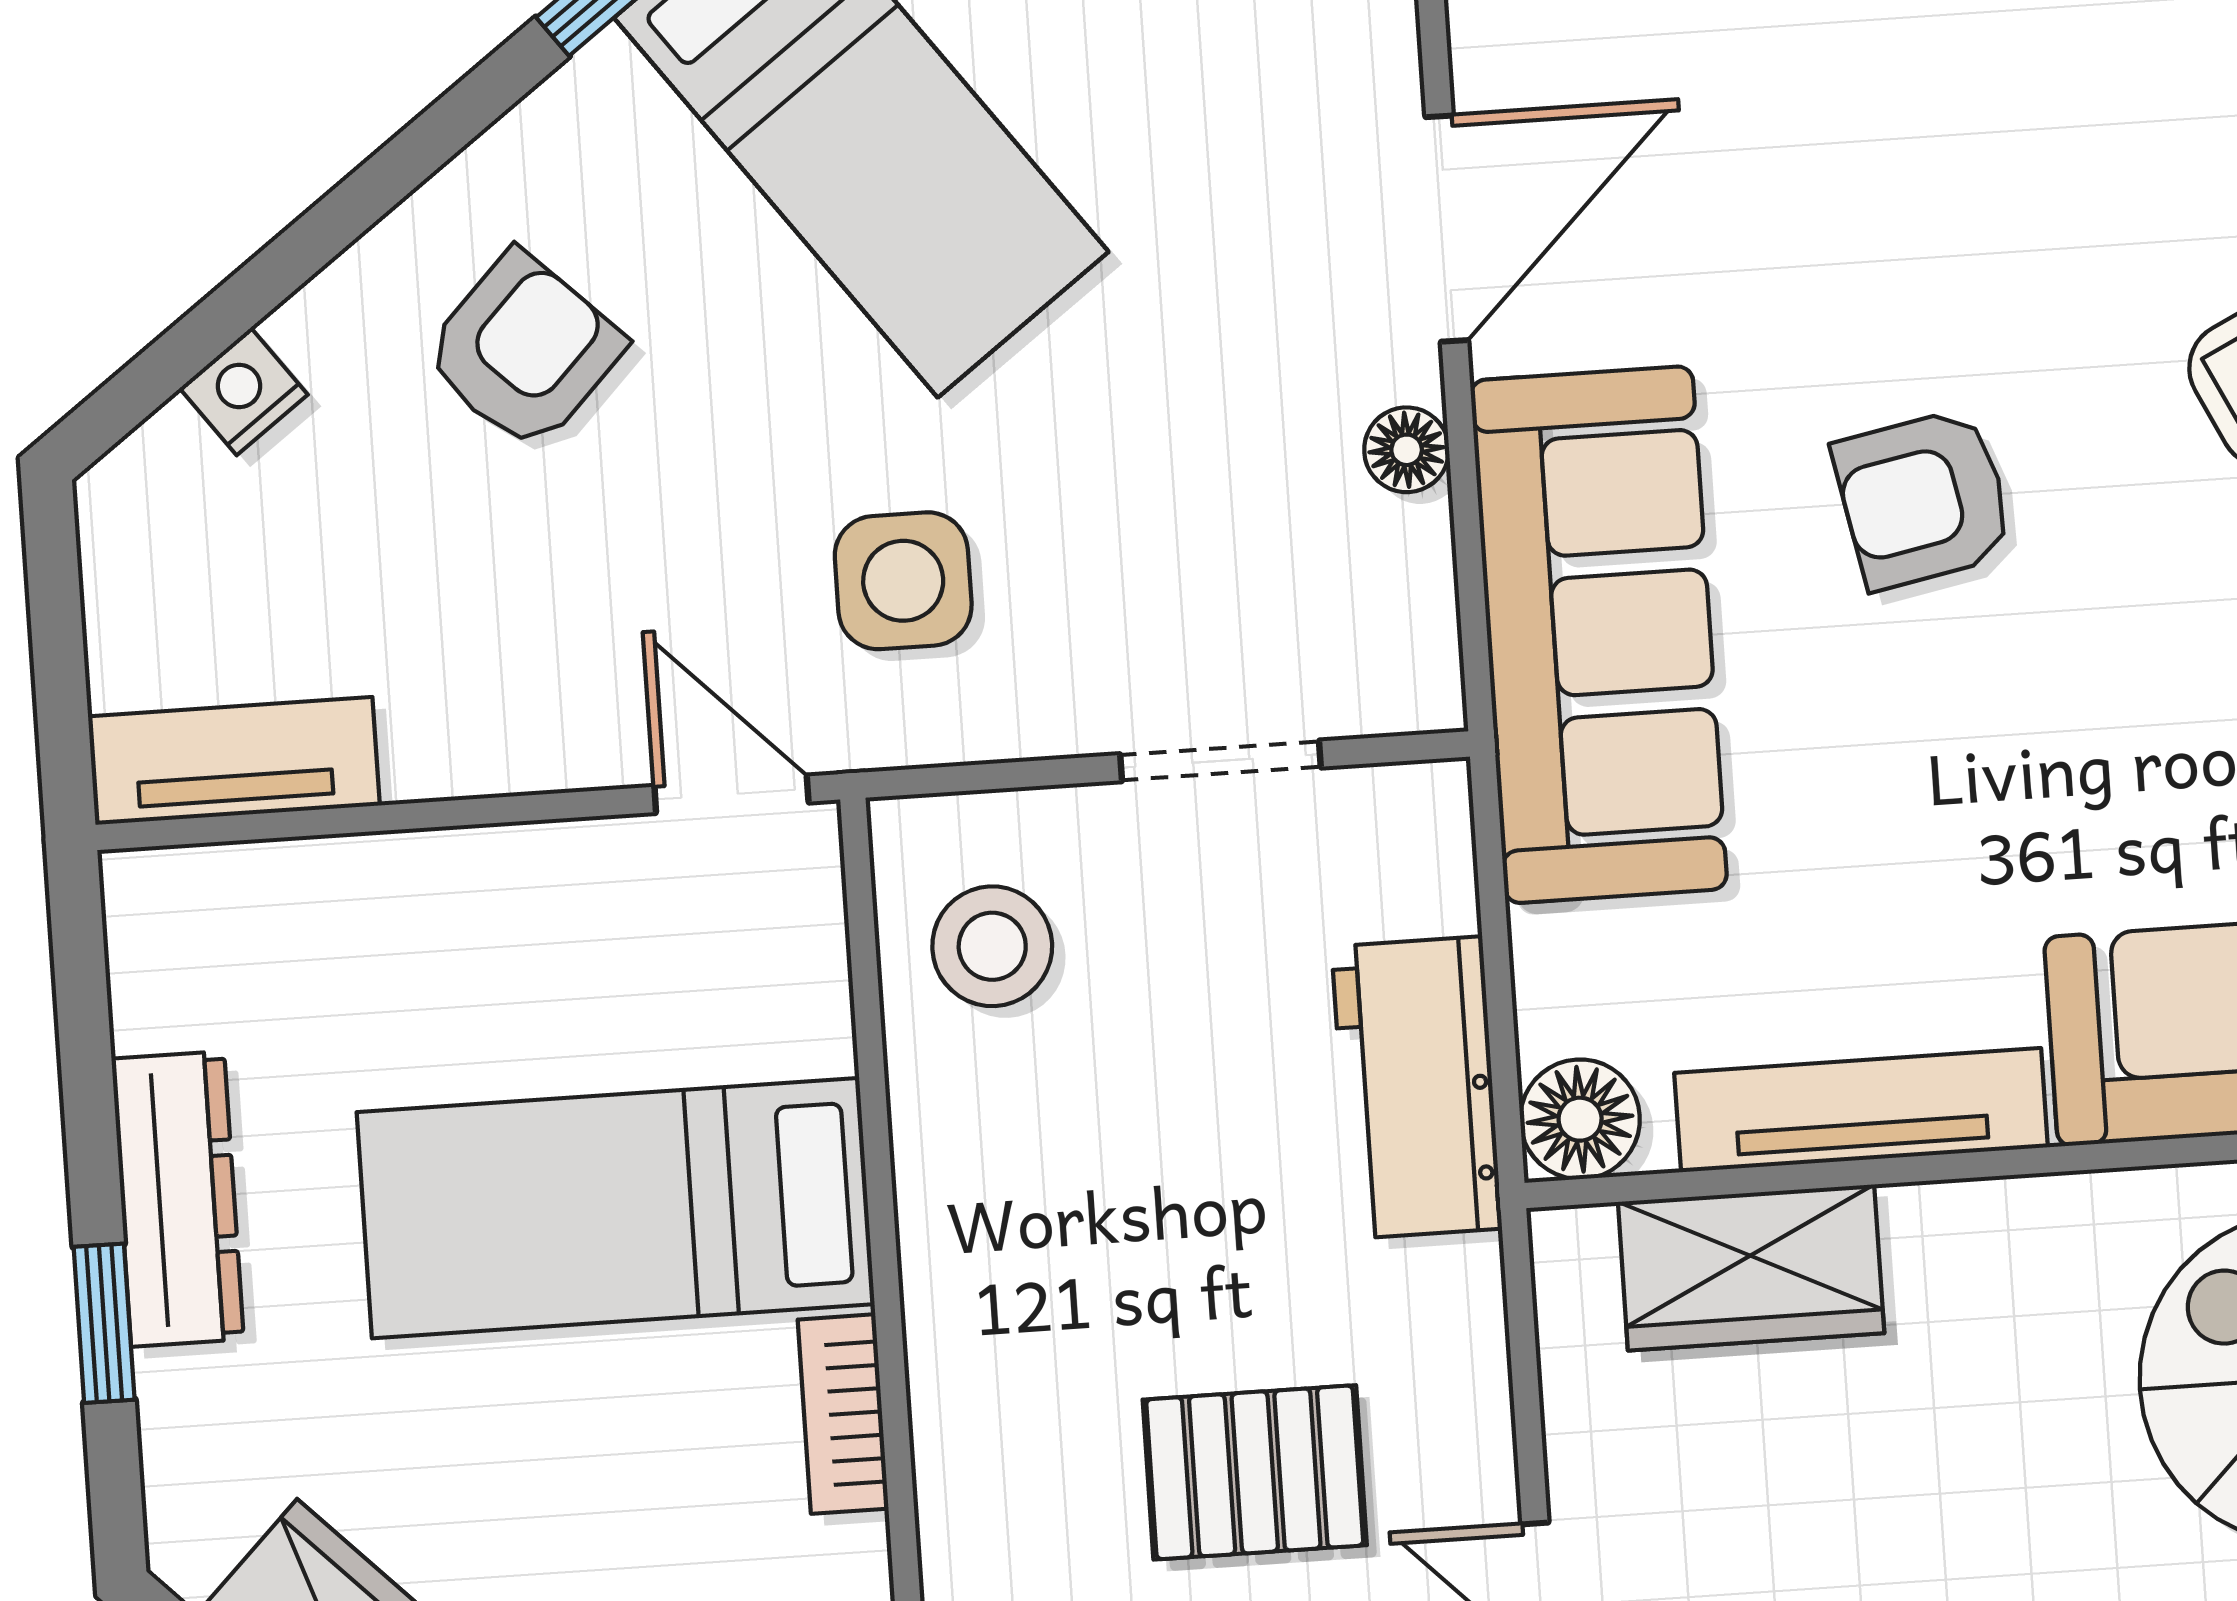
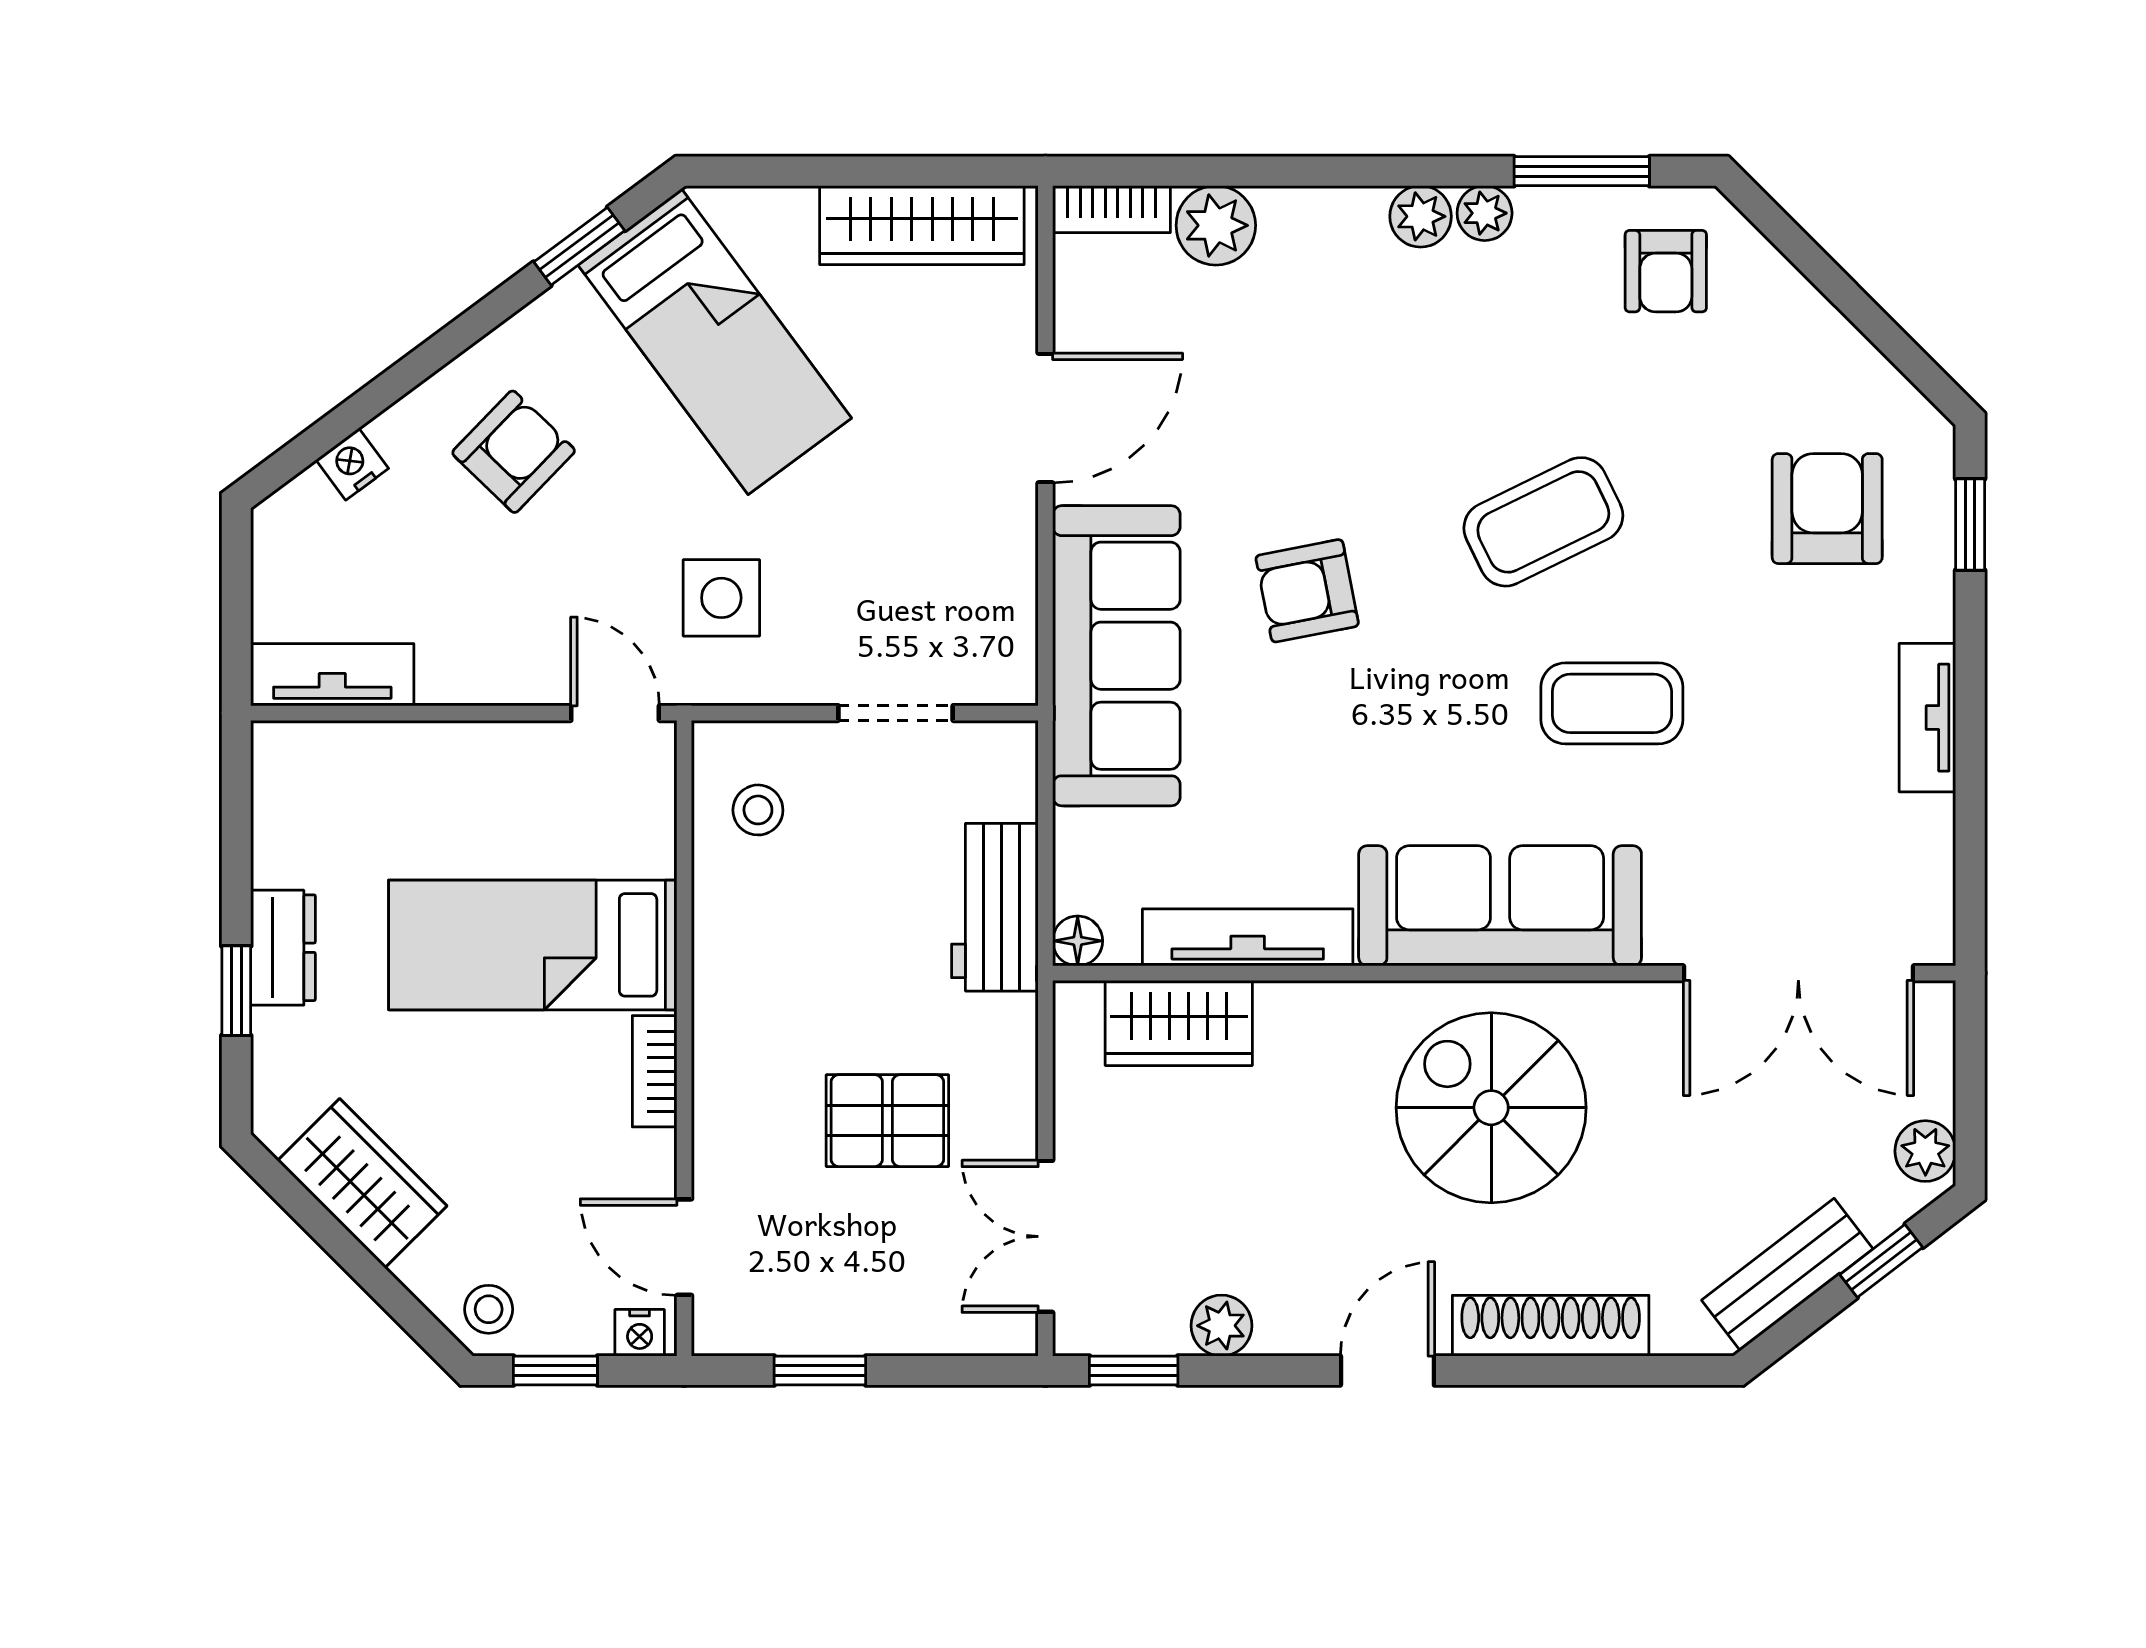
floor lamp: (1407, 450) -> (1014, 543), removed
stool: (992, 946) -> (758, 810), width x0.73, depth x0.73
floor lamp: (1580, 1119) -> (1078, 941), width x0.73, depth x0.73
dresser: (178, 1199) -> (283, 948), width x0.70

